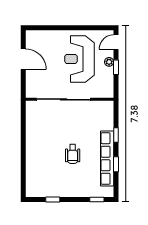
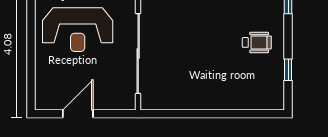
wheelchair: (73, 154) -> (257, 42), moved

